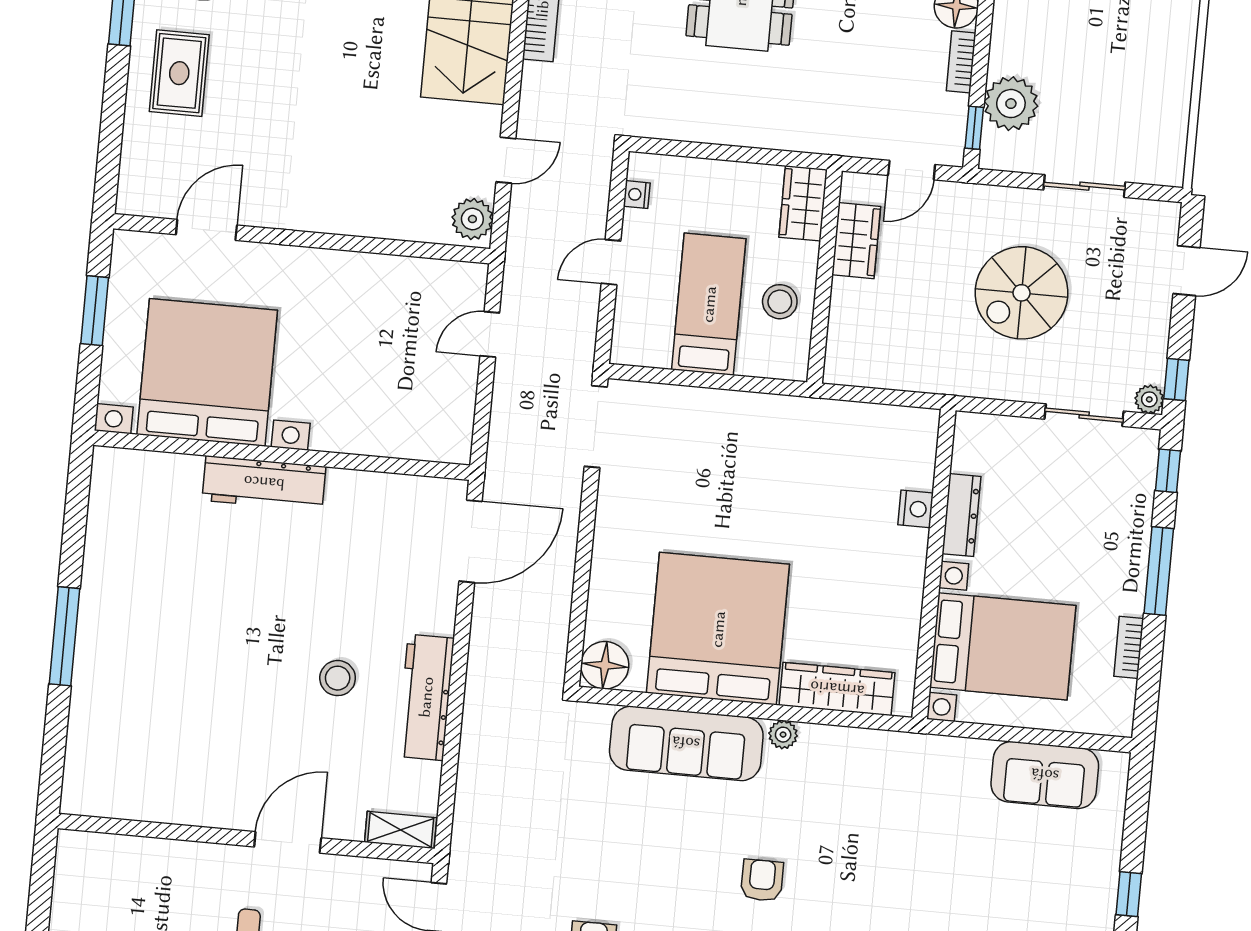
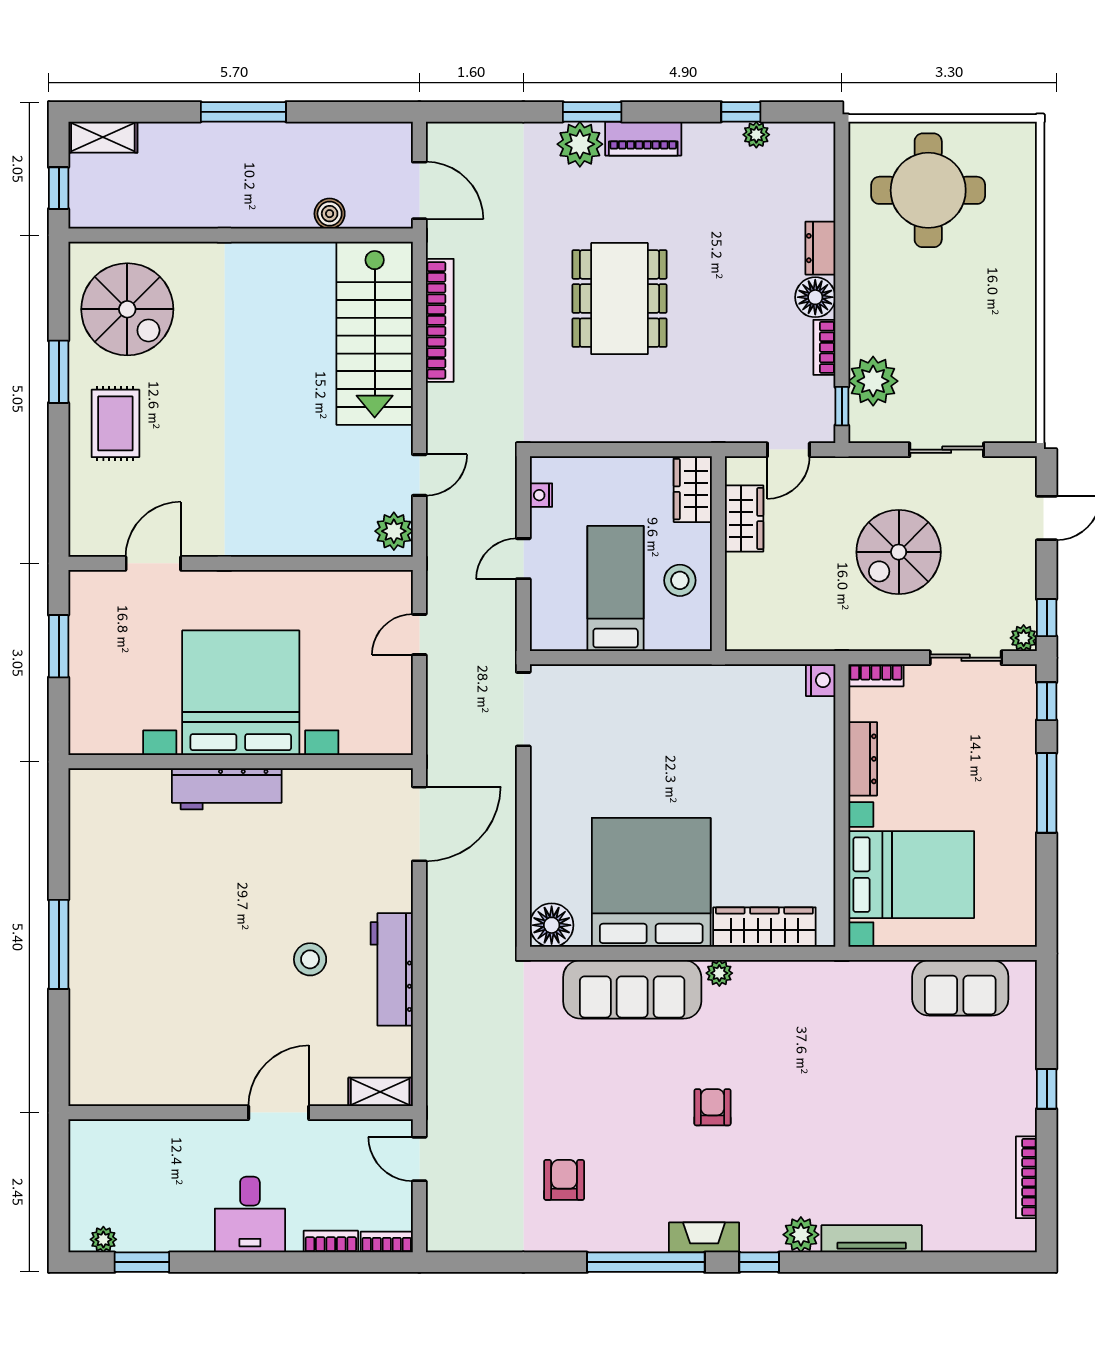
bed with nightstands: (207, 372) -> (241, 693), moved
nightstand: (916, 509) -> (821, 680), moved
bookcase: (1129, 647) -> (876, 675), moved, turned -90

